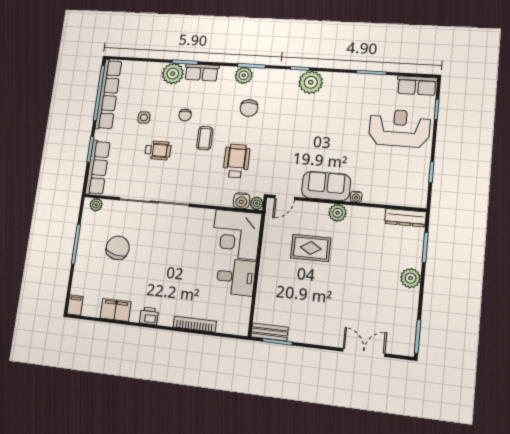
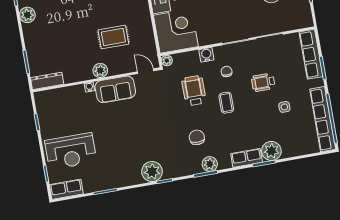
chair: (185, 115) -> (227, 72), moved
wheelchair: (236, 161) -> (194, 91), turned 180
door: (285, 198) -> (146, 71), hinge flipped
water cooler: (242, 201) -> (206, 55), moved
plant: (96, 205) -> (302, 23), removed
plant: (411, 278) -> (27, 15), moved

